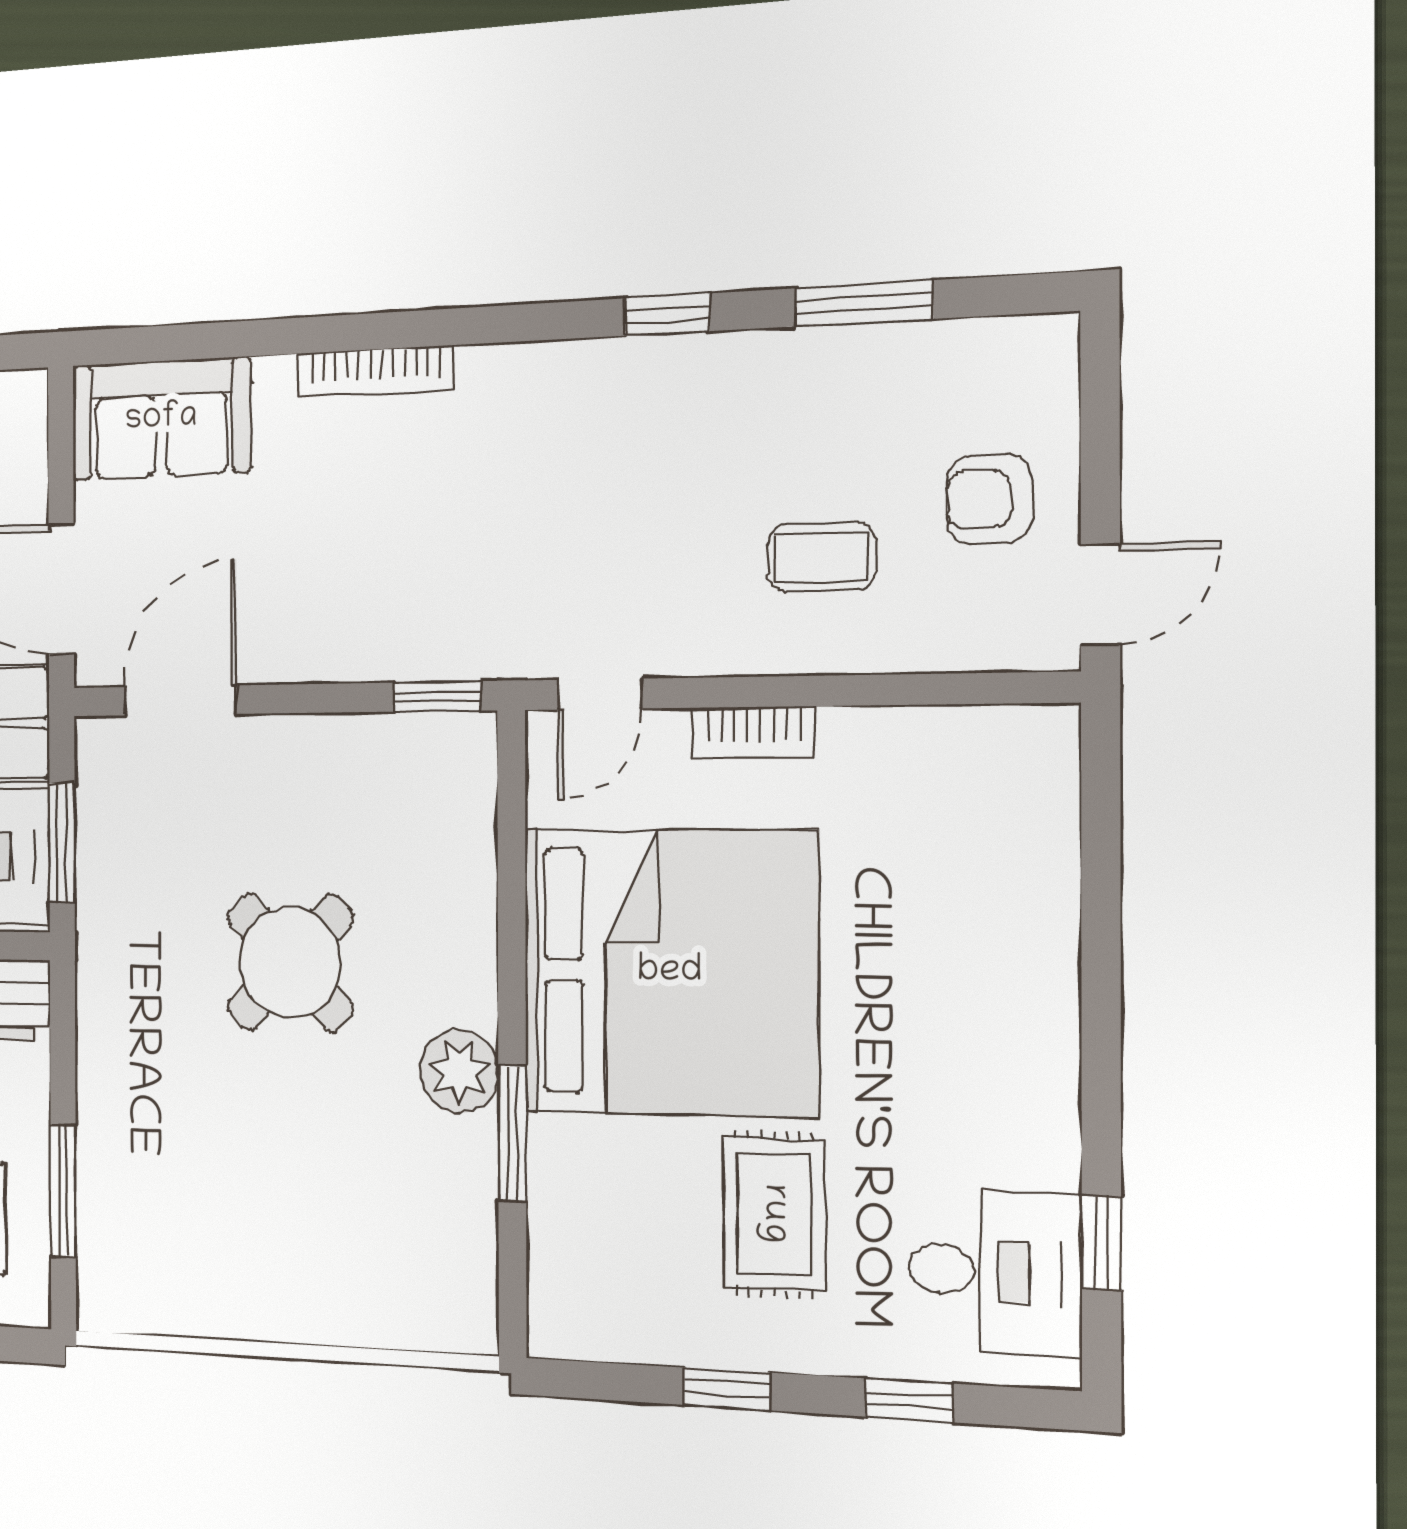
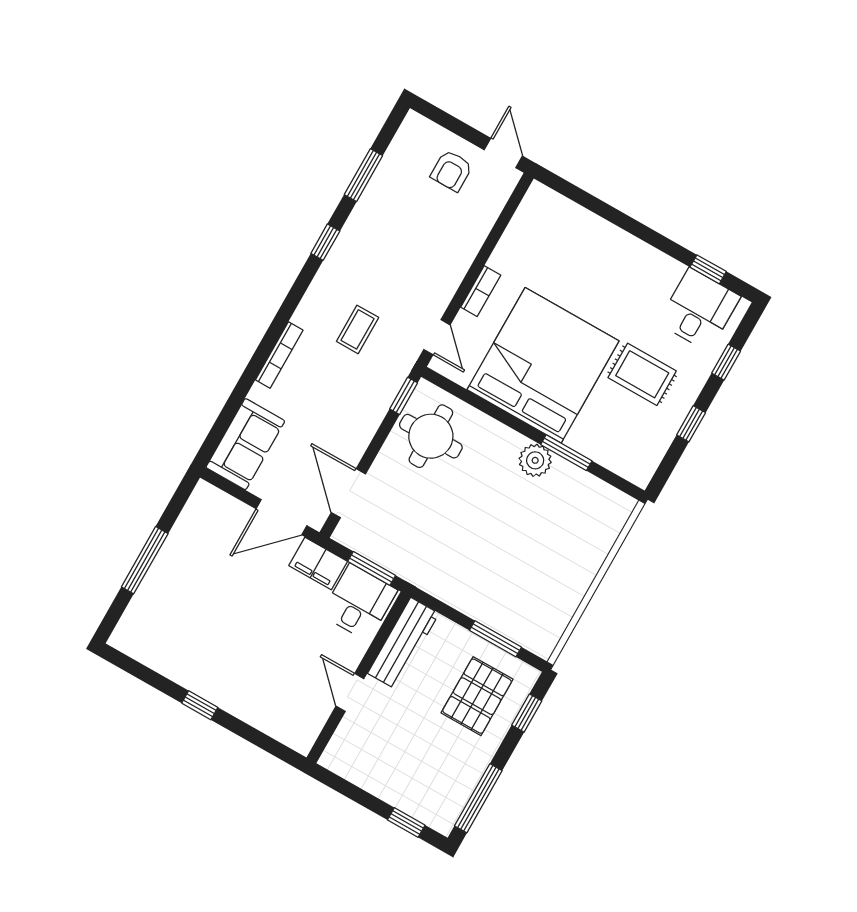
coffee table: (822, 557) -> (358, 329), moved
round table: (290, 962) -> (431, 436), moved, turned 45

